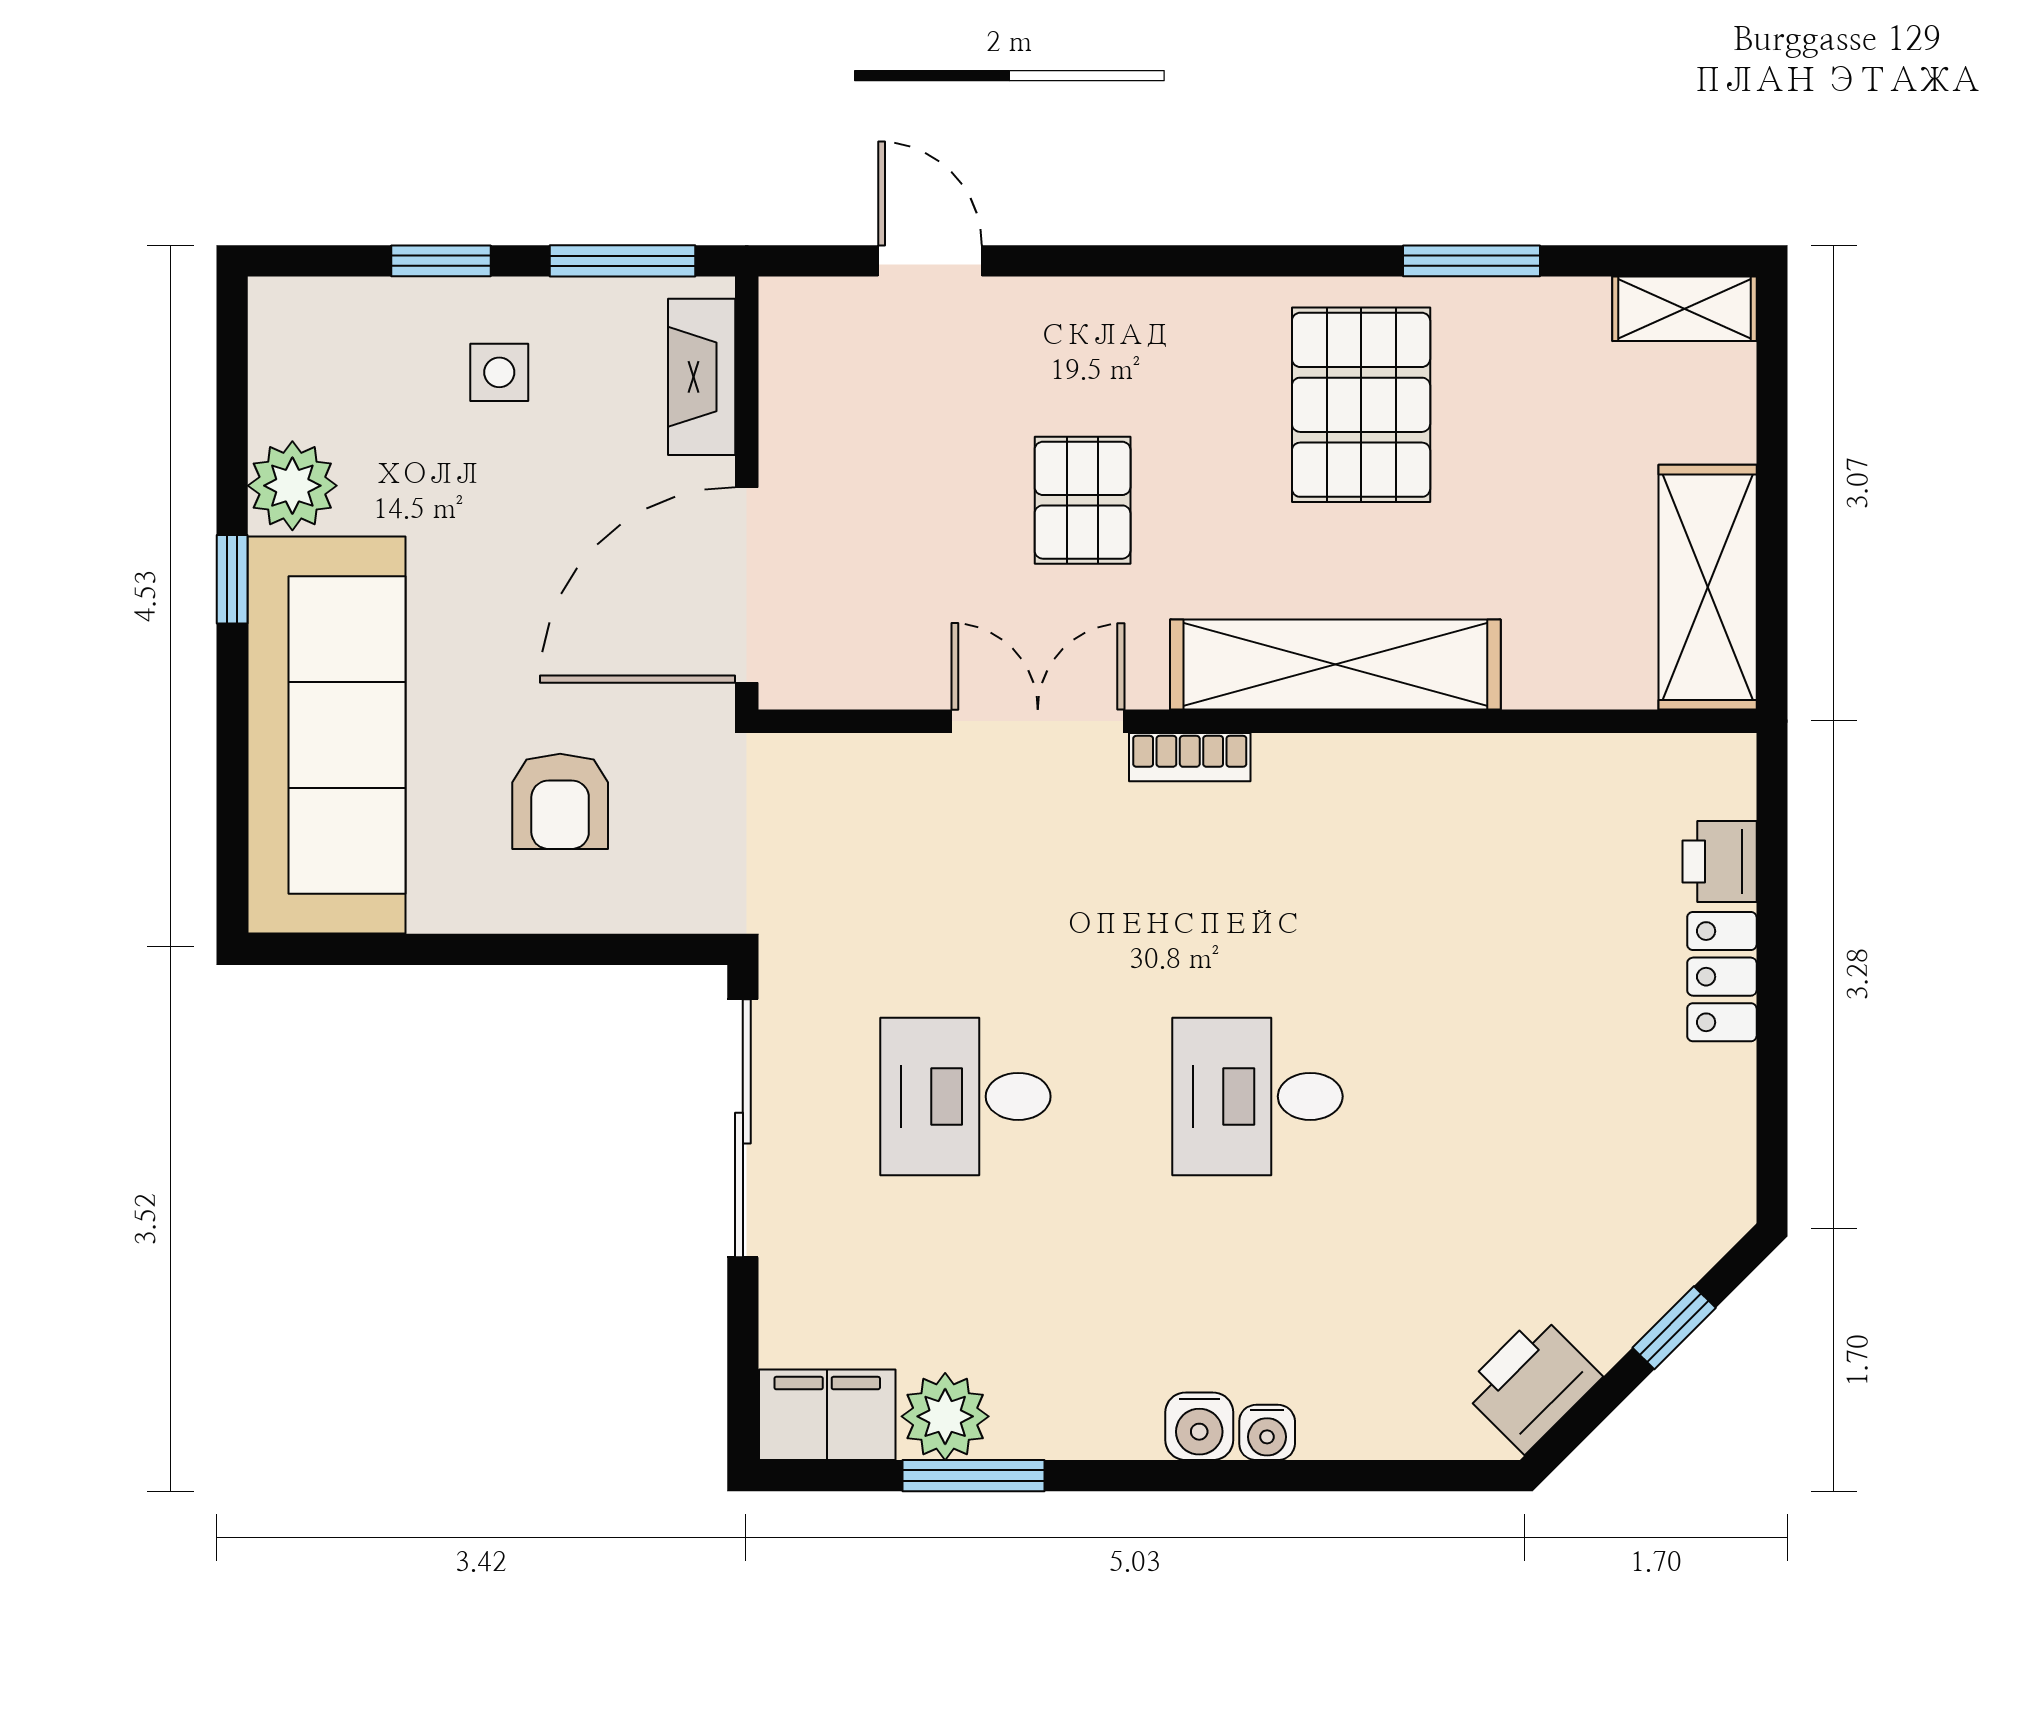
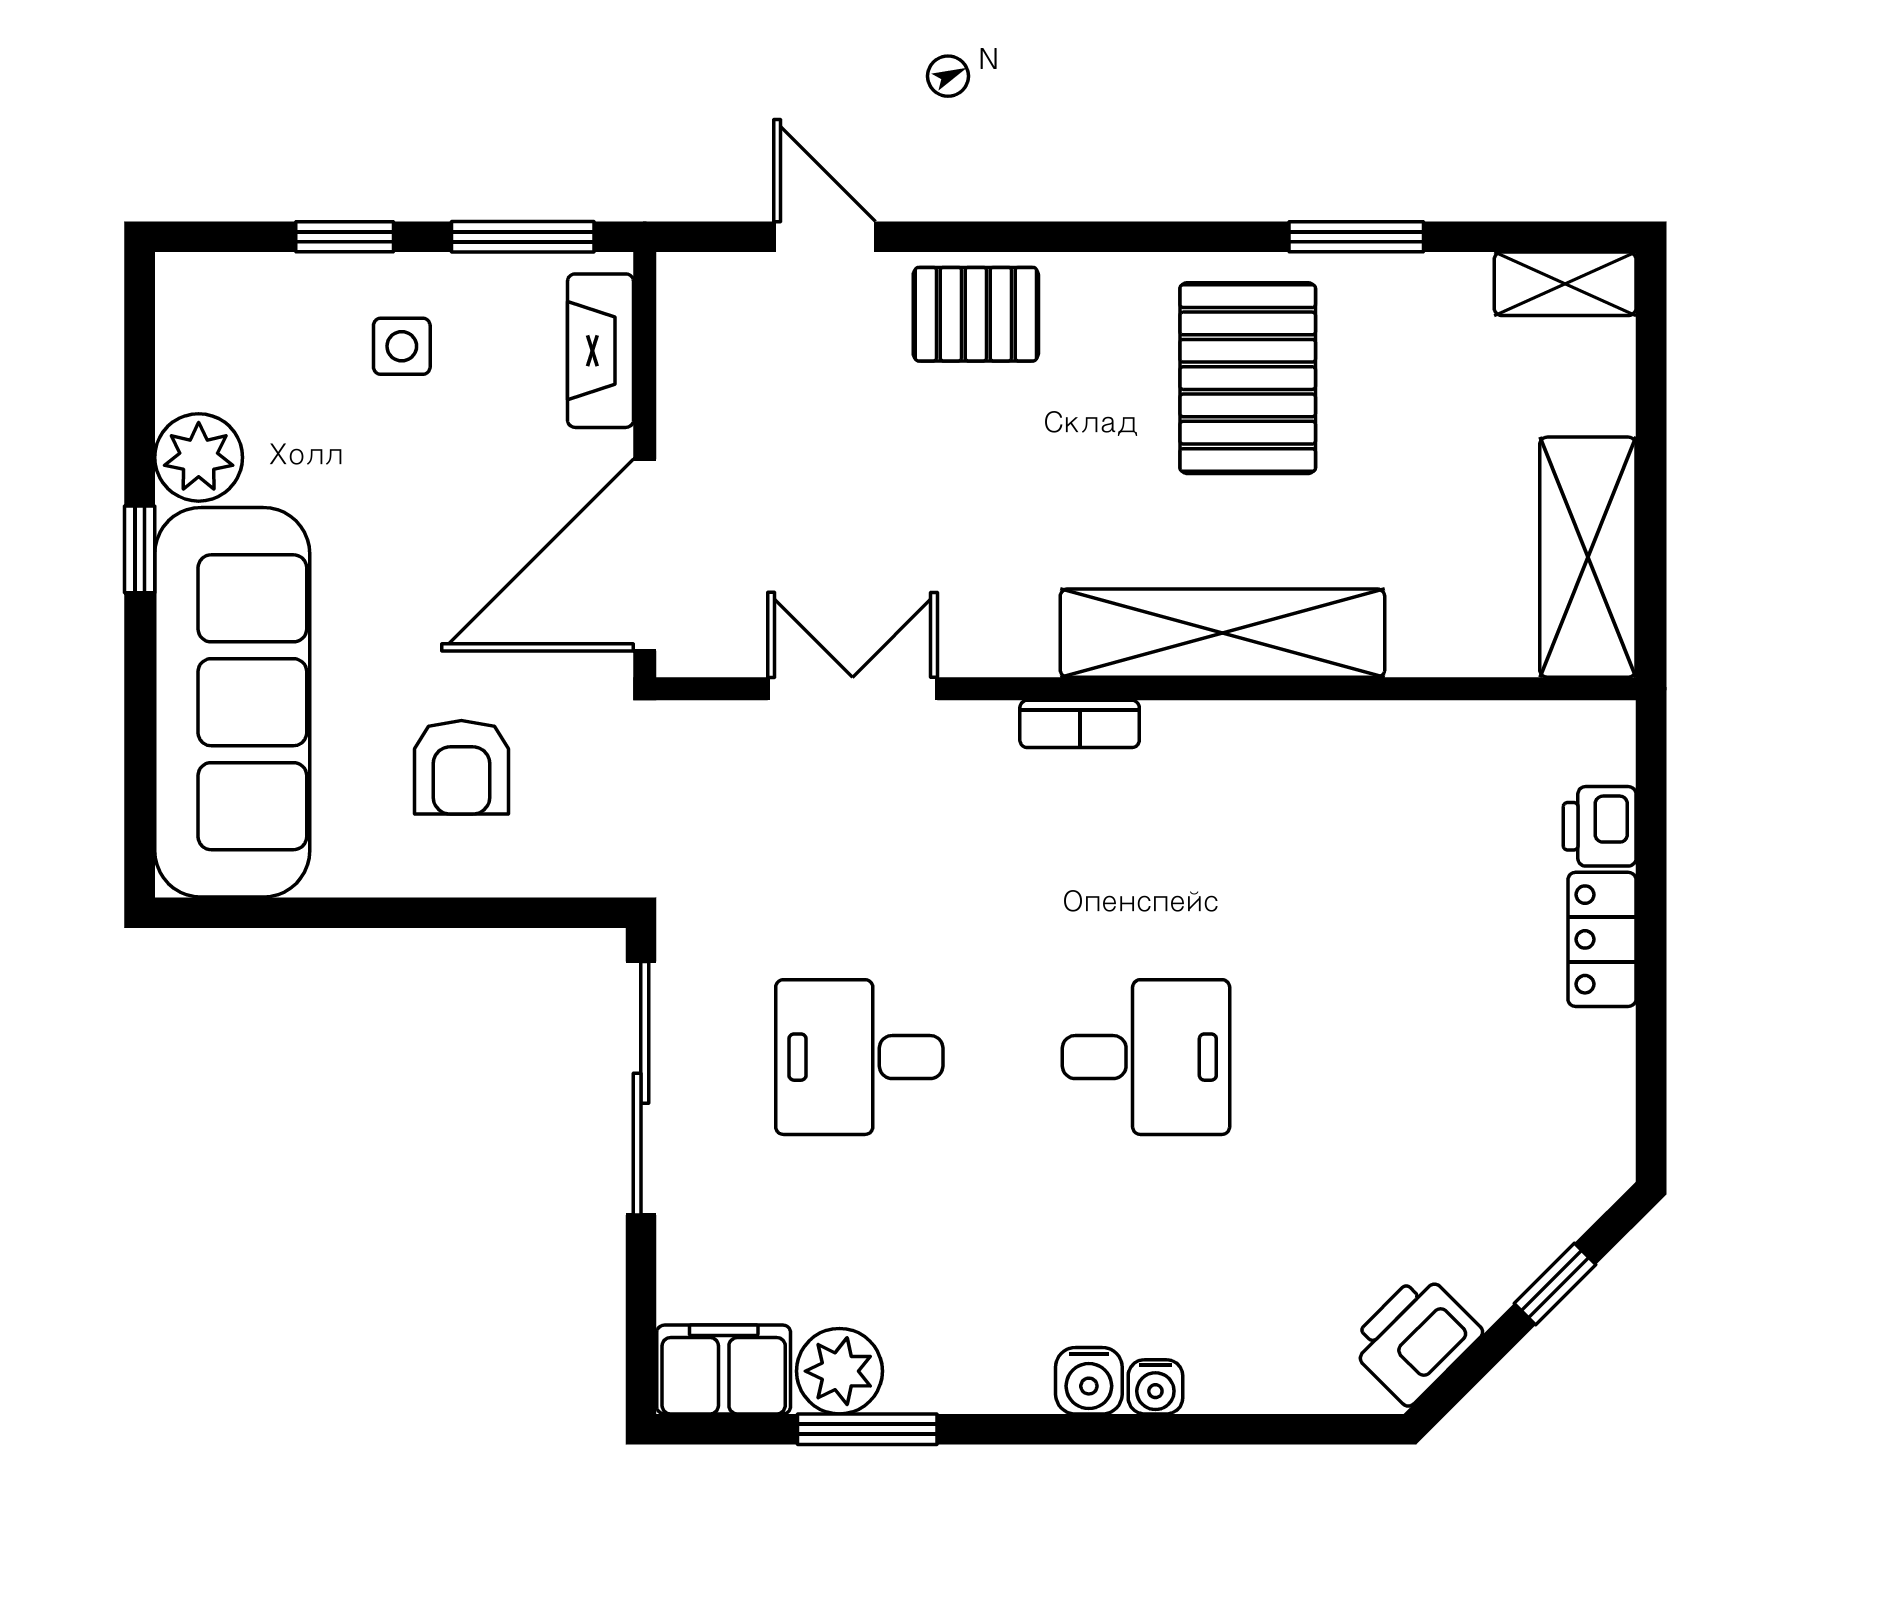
pallet: (1083, 500) -> (976, 314), moved, turned 90
double door: (1038, 721) -> (853, 689), moved
desk: (1257, 1096) -> (1146, 1057), turned 180

